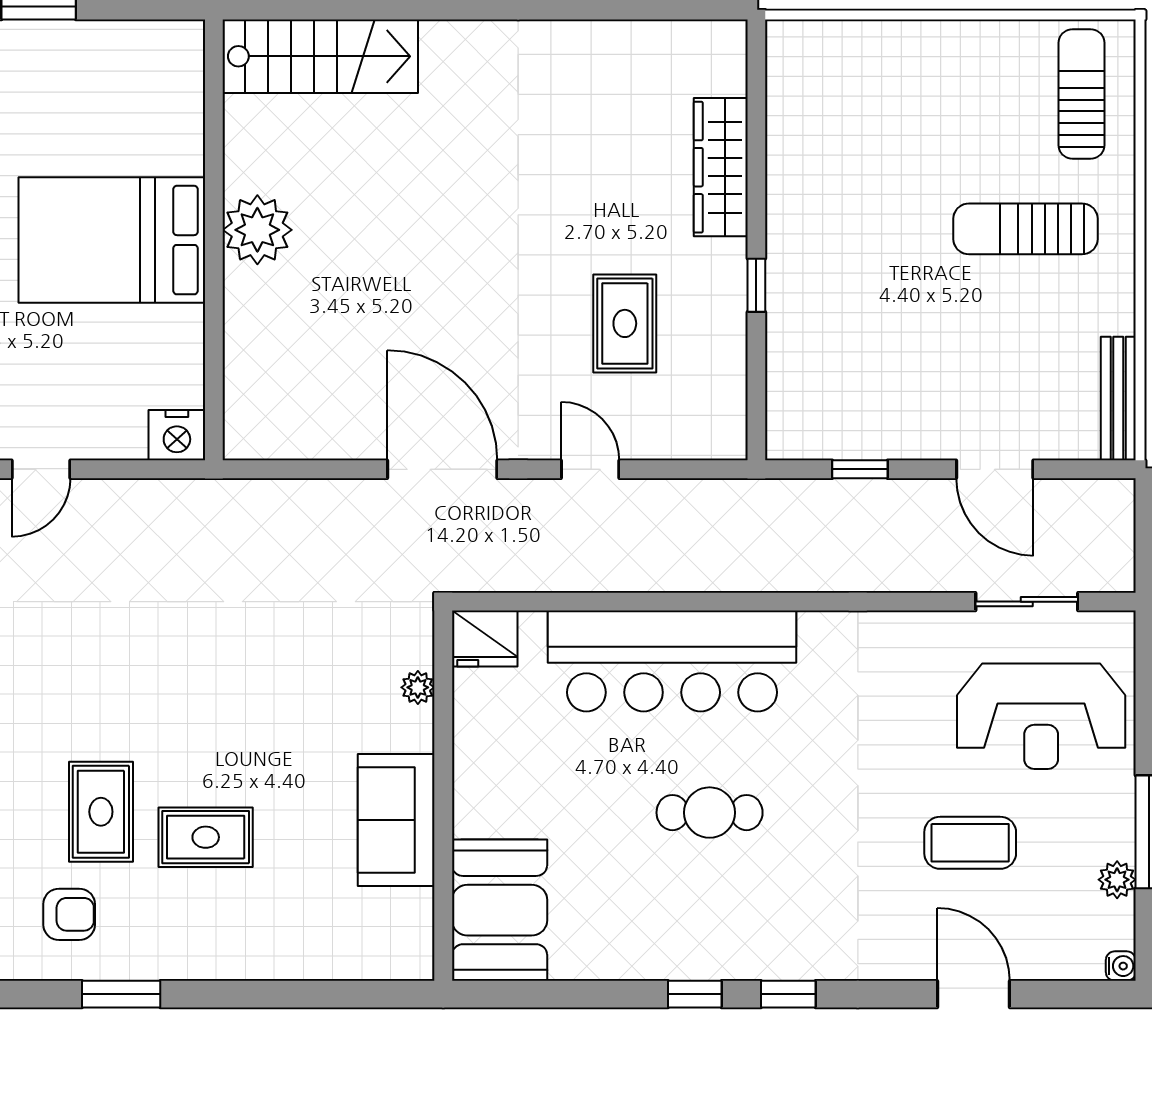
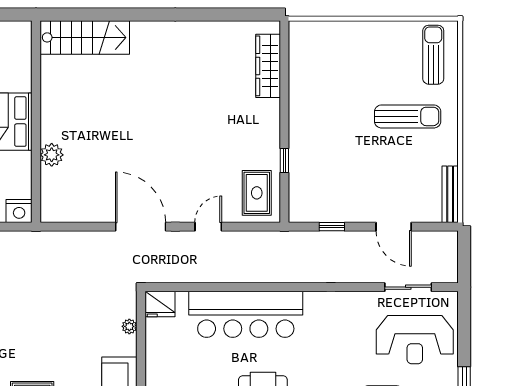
wardrobe: (721, 167) -> (268, 66), moved
sun lounger: (1025, 229) -> (408, 116), turned 180
plant: (257, 230) -> (52, 155), moved, width x0.73, depth x0.73
window: (756, 285) -> (284, 160), moved
rug: (625, 323) -> (257, 193), moved
door: (590, 469) -> (208, 227), hinge flipped

